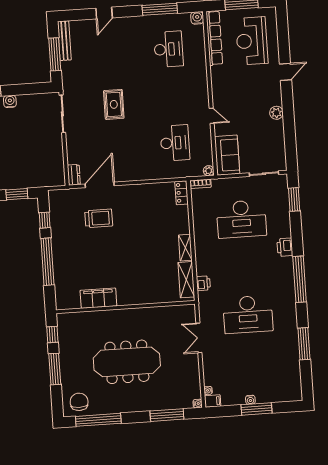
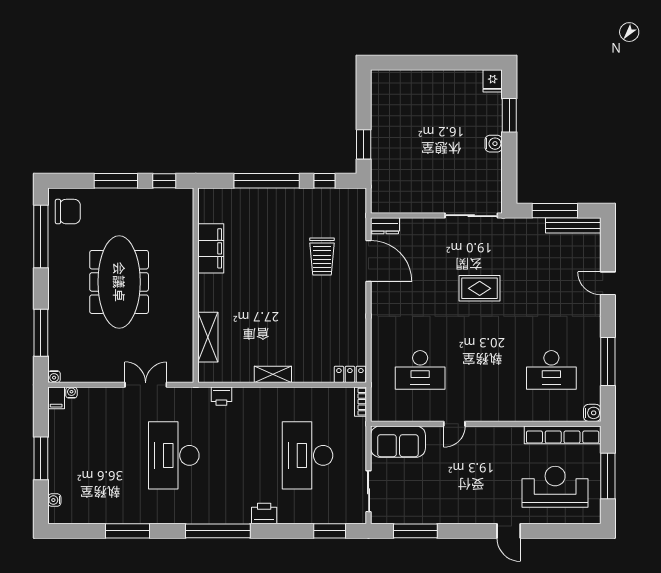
plant: (276, 113) -> (452, 514), removed
window: (290, 138) -> (415, 531), added
plant: (209, 171) -> (378, 414), removed
shelving: (186, 280) -> (208, 337), moved, turned 90
water cooler: (250, 400) -> (54, 500), moved

